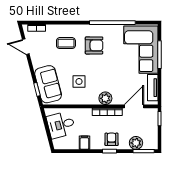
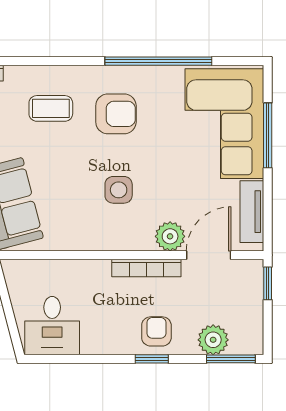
side table: (79, 81) -> (119, 190), moved
plant: (105, 98) -> (170, 236), moved
desk: (61, 125) -> (52, 326), moved, turned -75
filing cabinet: (84, 143) -> (94, 339), removed

